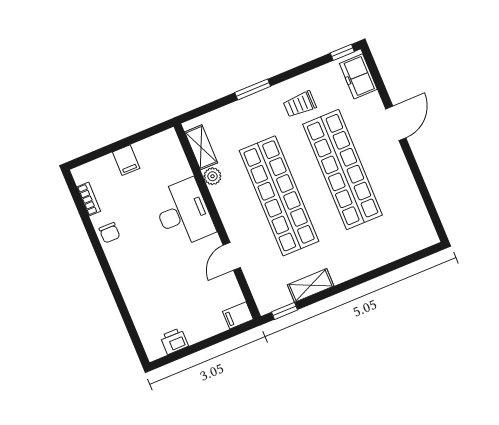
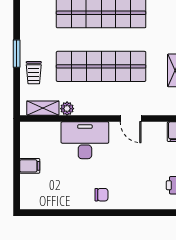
trolley: (300, 104) -> (34, 73), moved
bookcase: (89, 199) -> (47, 204), removed
chair: (110, 233) -> (101, 195), moved

